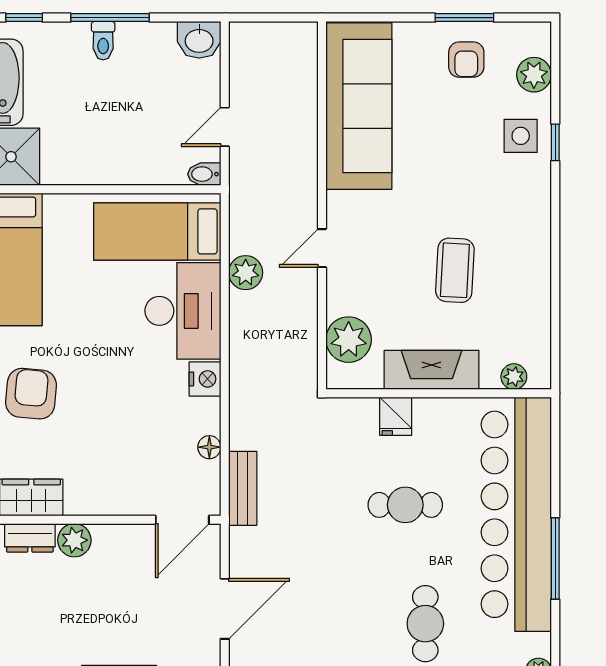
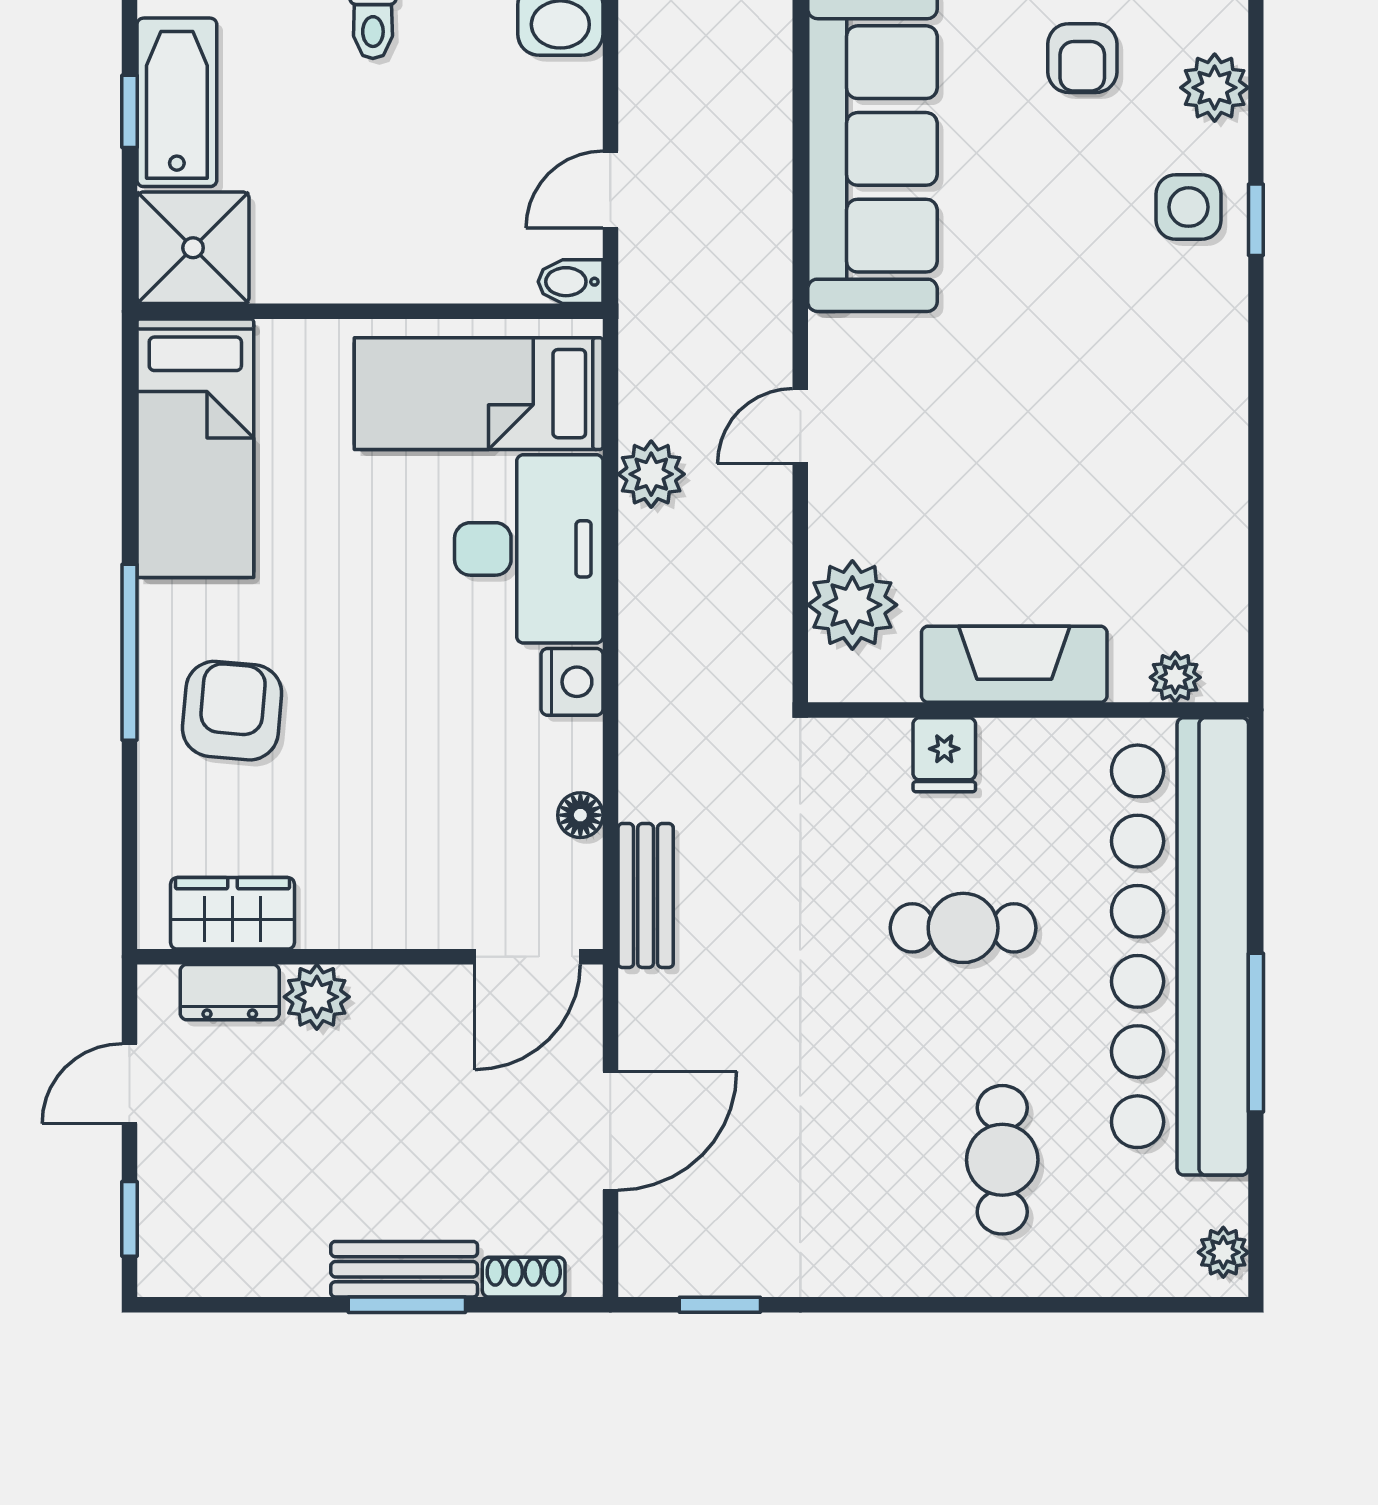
coffee table: (455, 270) -> (1060, 470), removed

